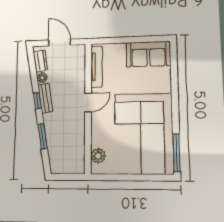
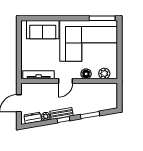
sofa: (148, 54) -> (43, 30), moved, turned 90
door: (88, 102) -> (65, 81), swing flipped
floor lamp: (98, 130) -> (86, 74), added

